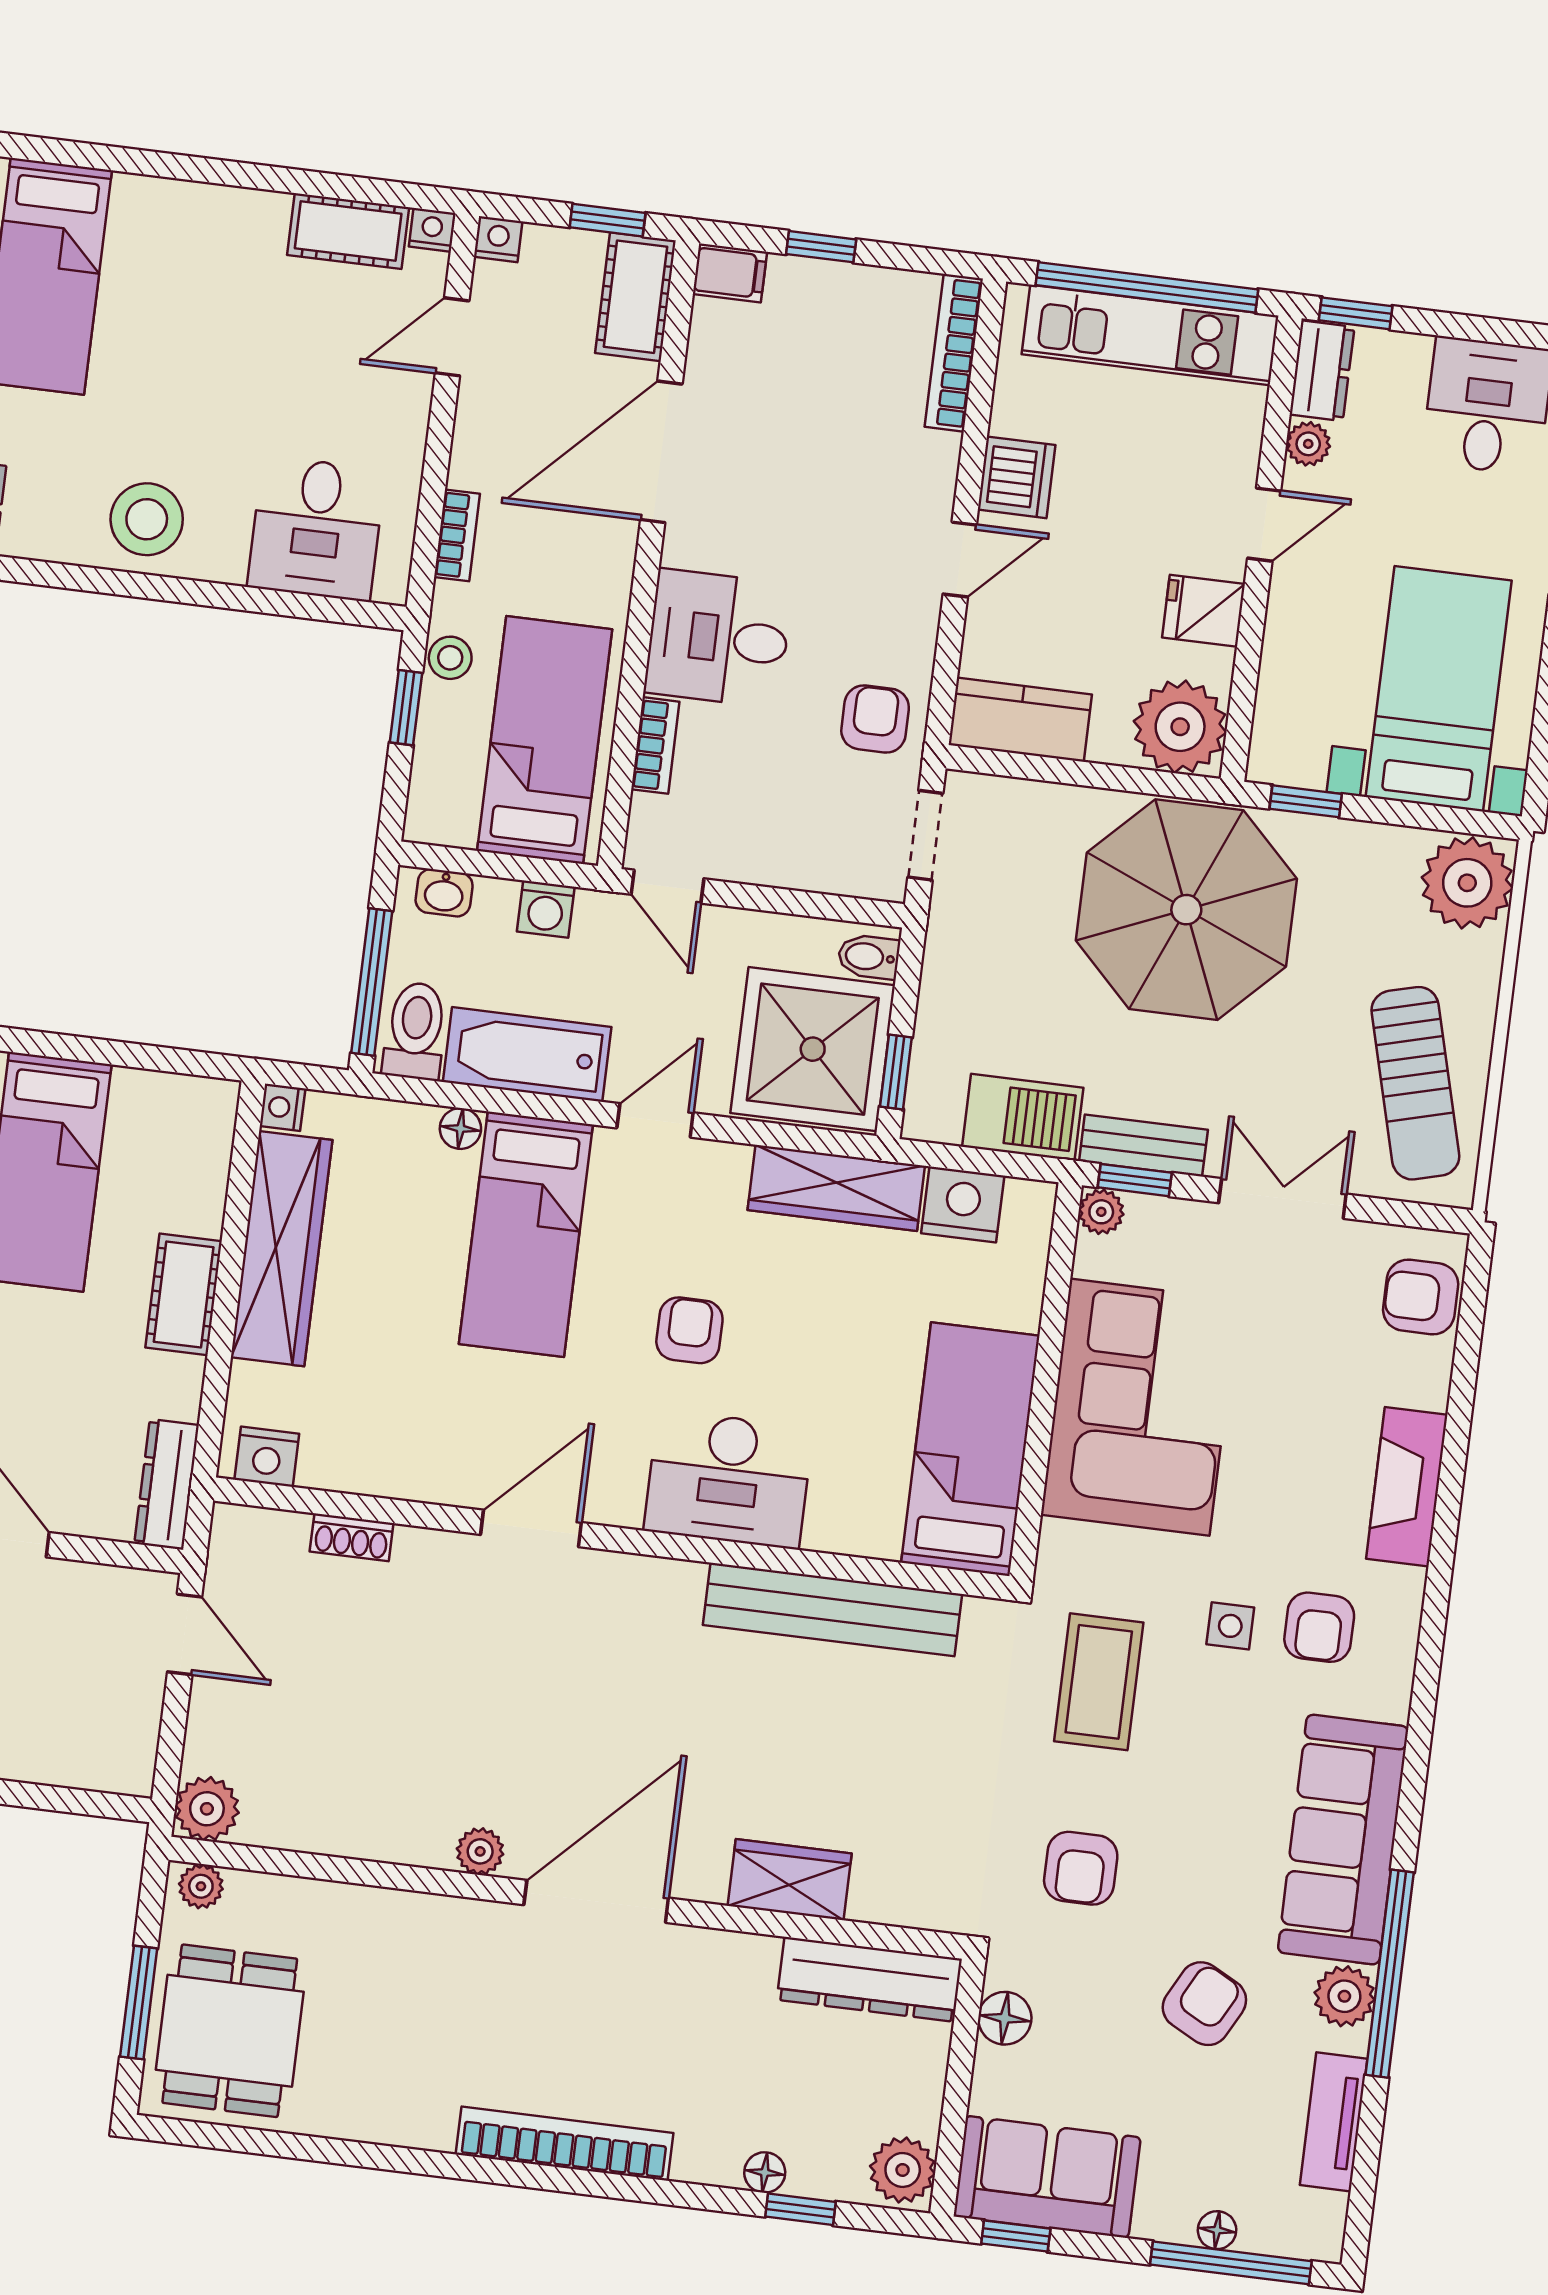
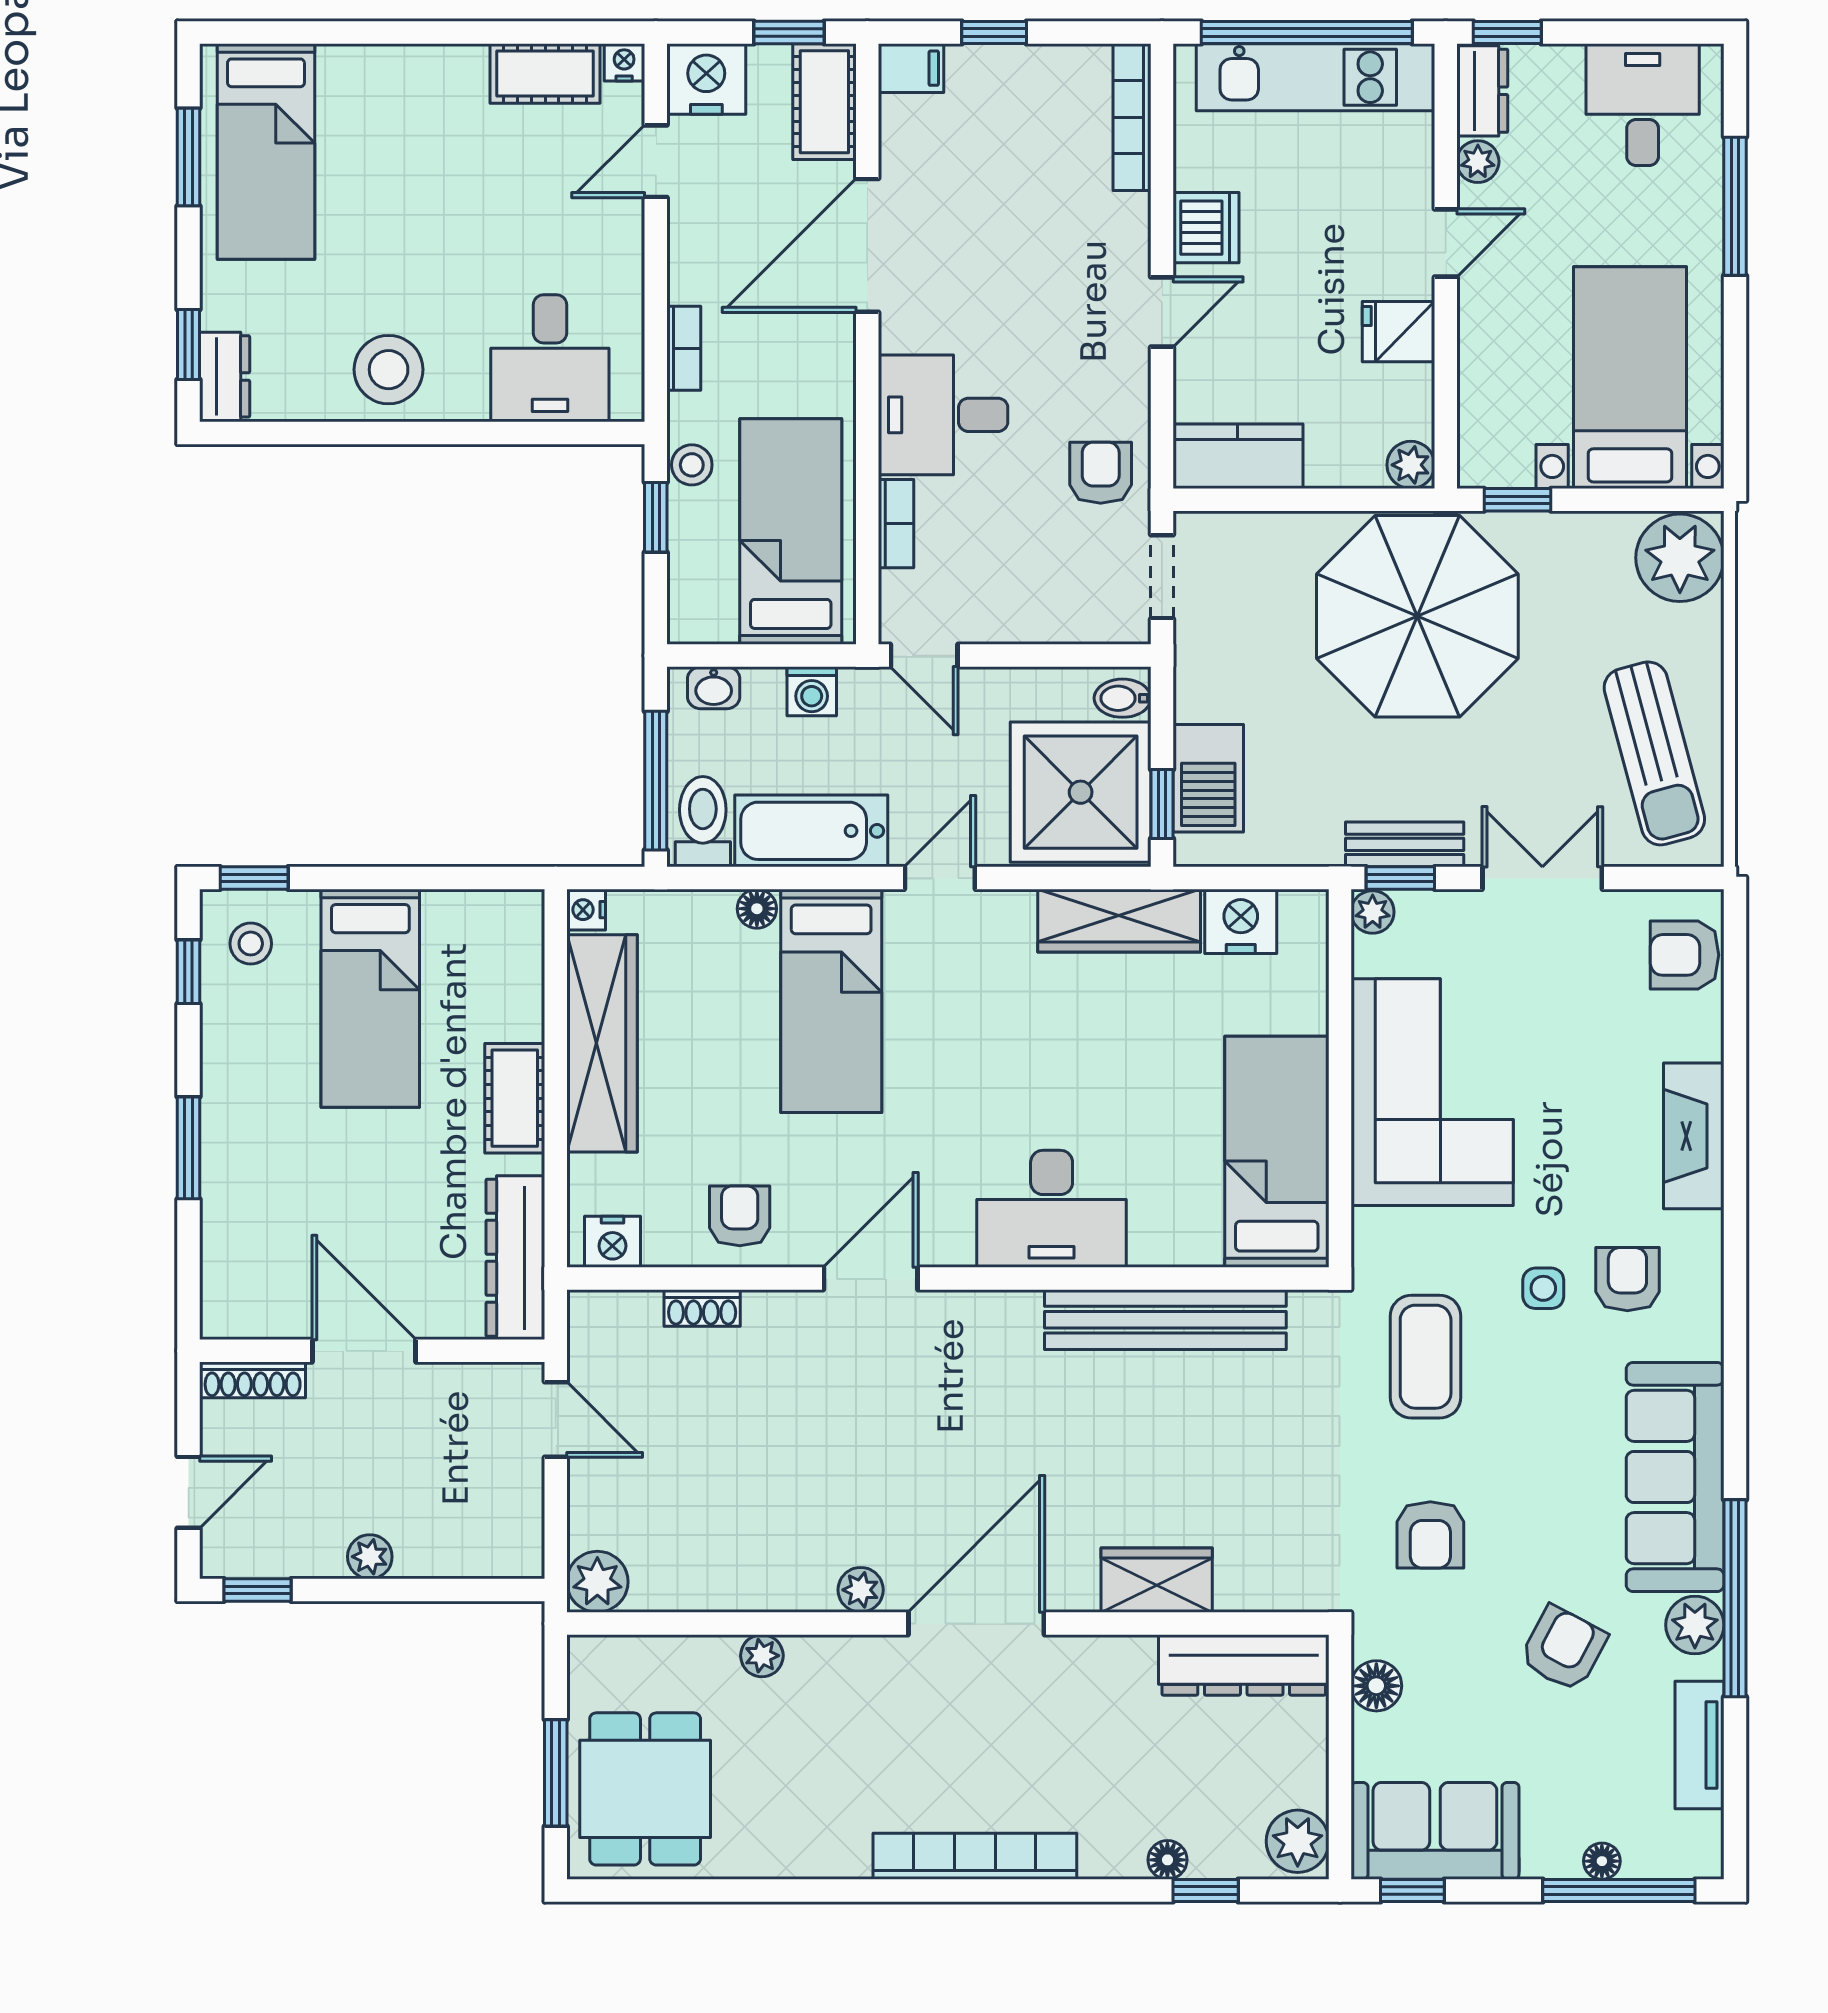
nightstand: (498, 239) -> (706, 79), width x1.89, depth x1.79
plant: (1180, 727) -> (1411, 465), width x0.53, depth x0.53
barbecue: (1023, 1117) -> (1208, 778), moved, turned 90
armchair: (689, 1330) -> (740, 1216), moved
dresser: (167, 1484) -> (515, 1258), width x1.37, depth x1.24
armchair: (1319, 1627) -> (1627, 1279), turned 180
plant: (201, 1886) -> (762, 1656), moved

